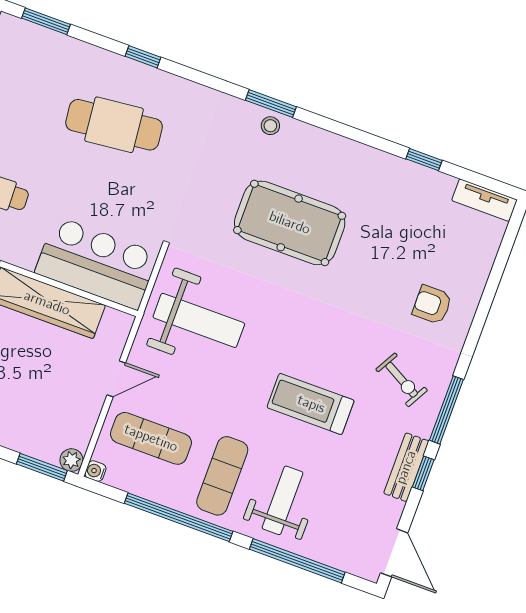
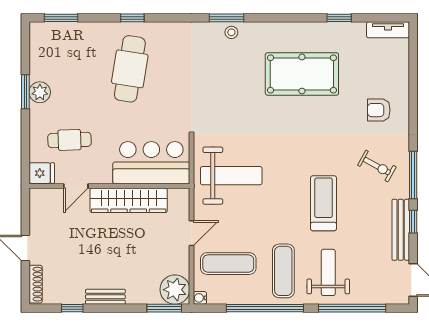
cafe table: (114, 125) -> (130, 69), turned -75
pool table: (290, 223) -> (302, 74), moved
treadmill: (311, 404) -> (324, 203), turned 90
plant: (71, 460) -> (175, 290), width x1.88, depth x1.88
bench: (406, 467) -> (401, 230), width x1.36

